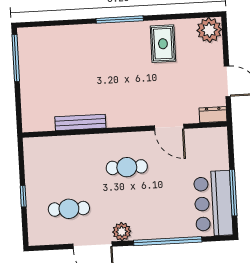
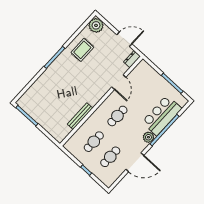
rug: (163, 44) -> (82, 50), turned 90
door: (169, 127) -> (119, 82), hinge flipped
cafe table: (67, 170) -> (94, 142), added
bar counter: (213, 203) -> (162, 115), moved, turned 90
plant: (122, 232) -> (148, 137), moved

